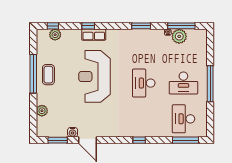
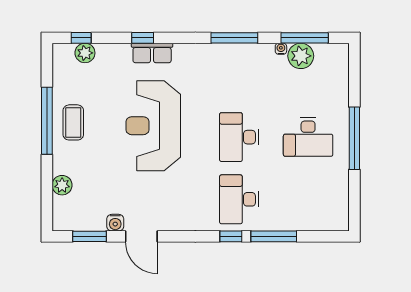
window: (141, 26) -> (234, 38), width x1.44
desk: (183, 119) -> (239, 199), moved
window: (186, 140) -> (274, 236), moved

